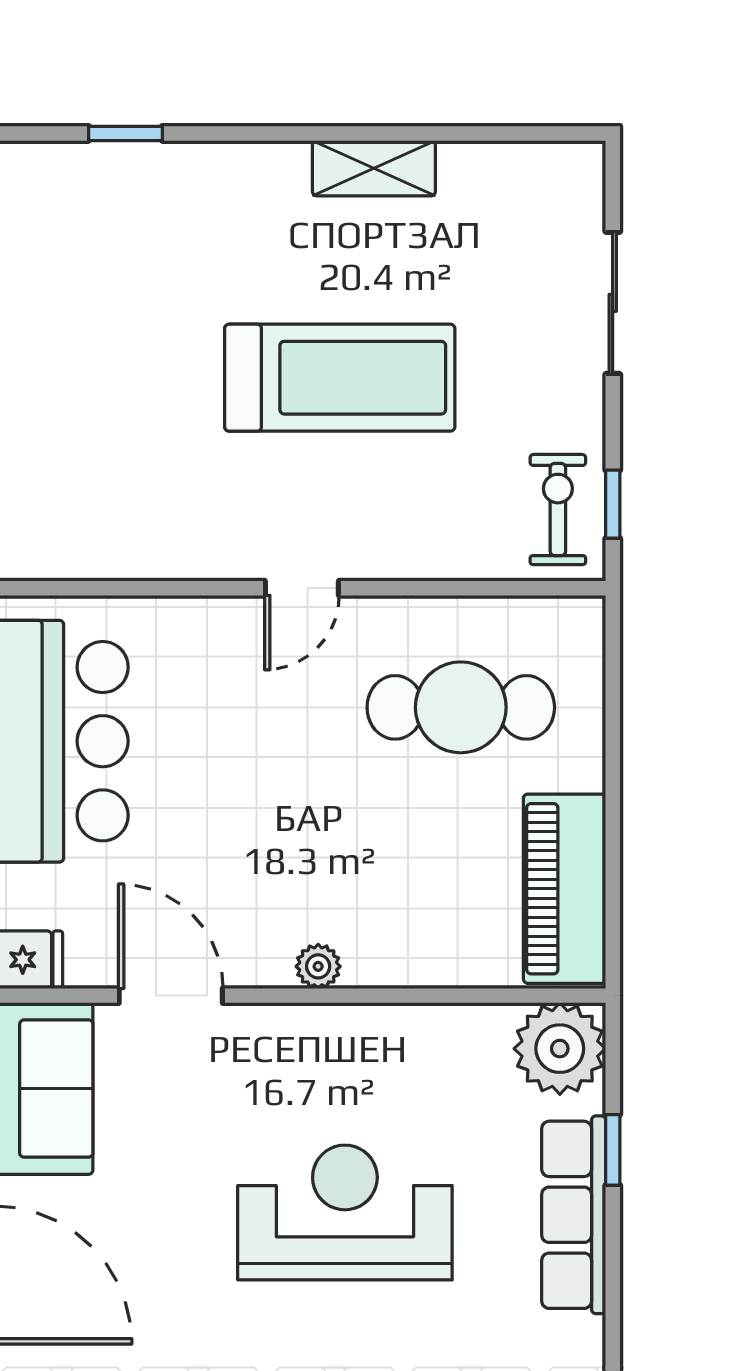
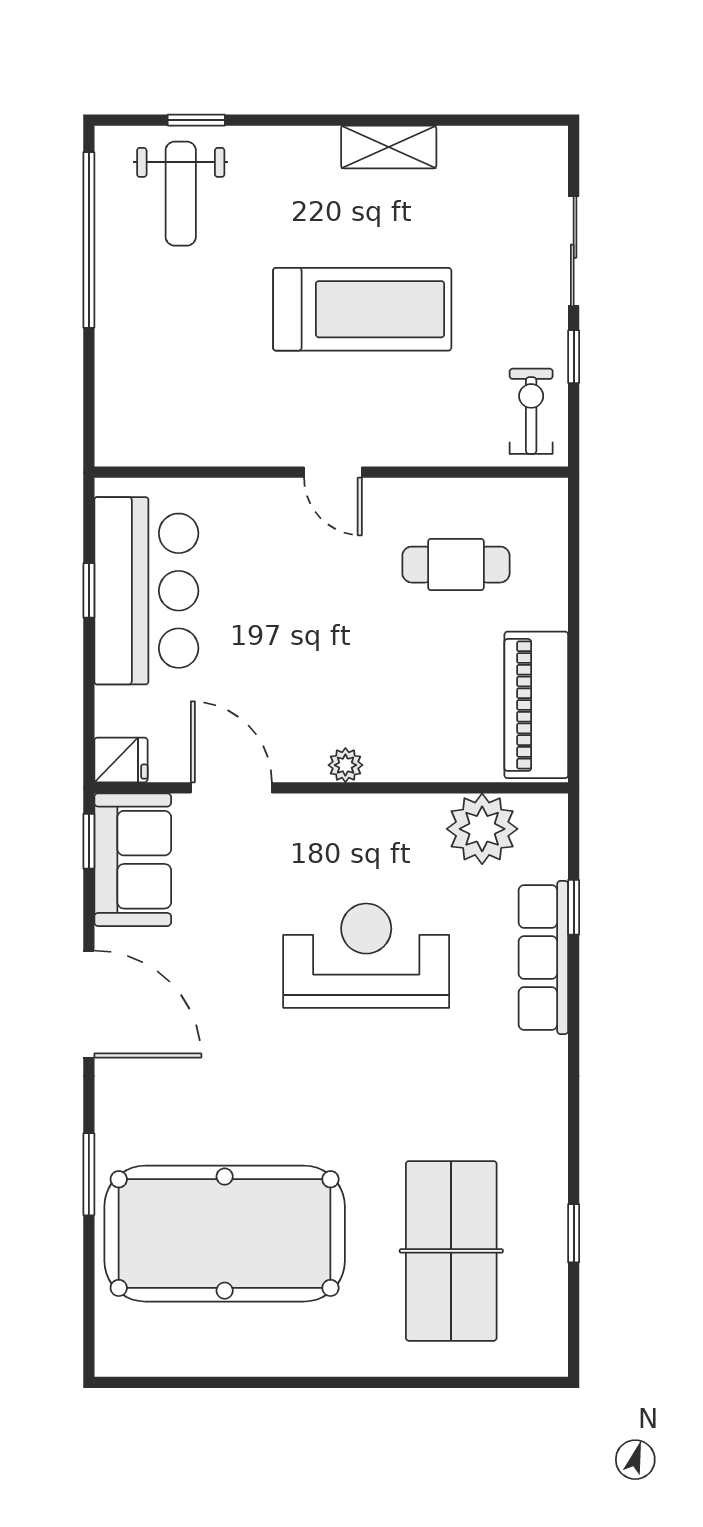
weight bench: (105, 228) -> (181, 194), added
window: (613, 504) -> (574, 357), moved
door: (302, 588) -> (333, 472), hinge flipped
cafe table: (461, 707) -> (456, 565), width x0.73, depth x0.74
plant: (560, 1049) -> (482, 829), moved

